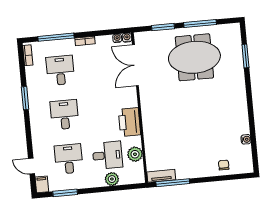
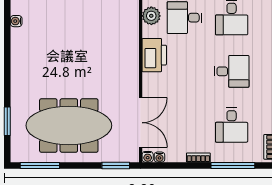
window: (200, 24) -> (40, 165), moved
window: (163, 27) -> (116, 165), moved
meeting table: (194, 57) -> (69, 125), width x1.36
desk: (64, 115) -> (232, 71), turned -90

